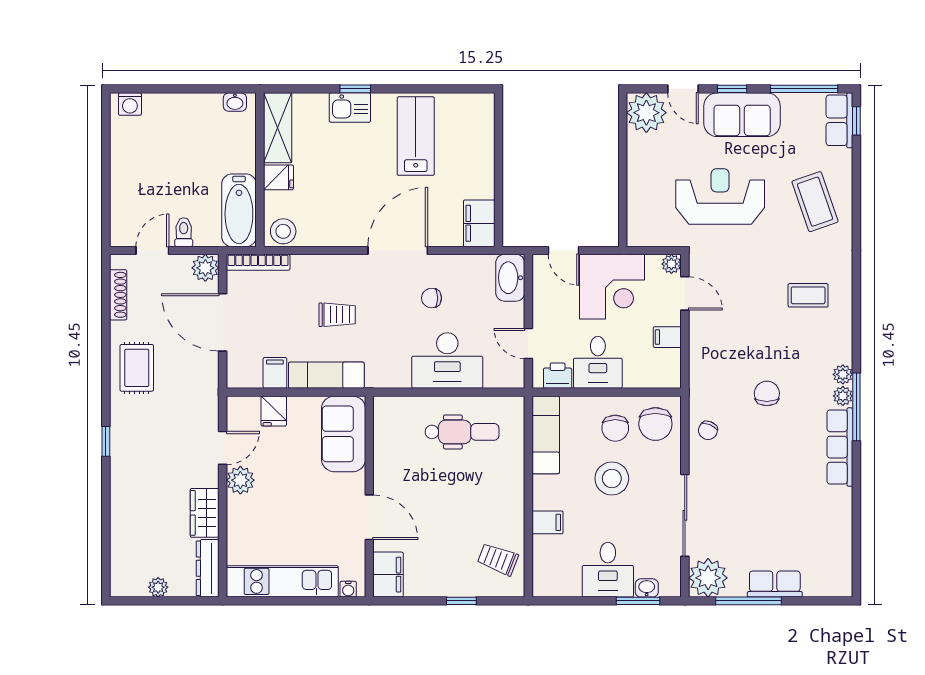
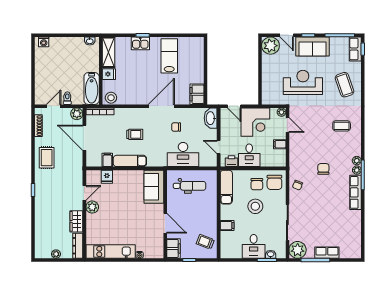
sofa: (344, 434) -> (154, 187), moved
wall: (369, 497) -> (165, 214), moved
door: (369, 517) -> (165, 223), moved
filing cabinet: (388, 575) -> (173, 248), moved

